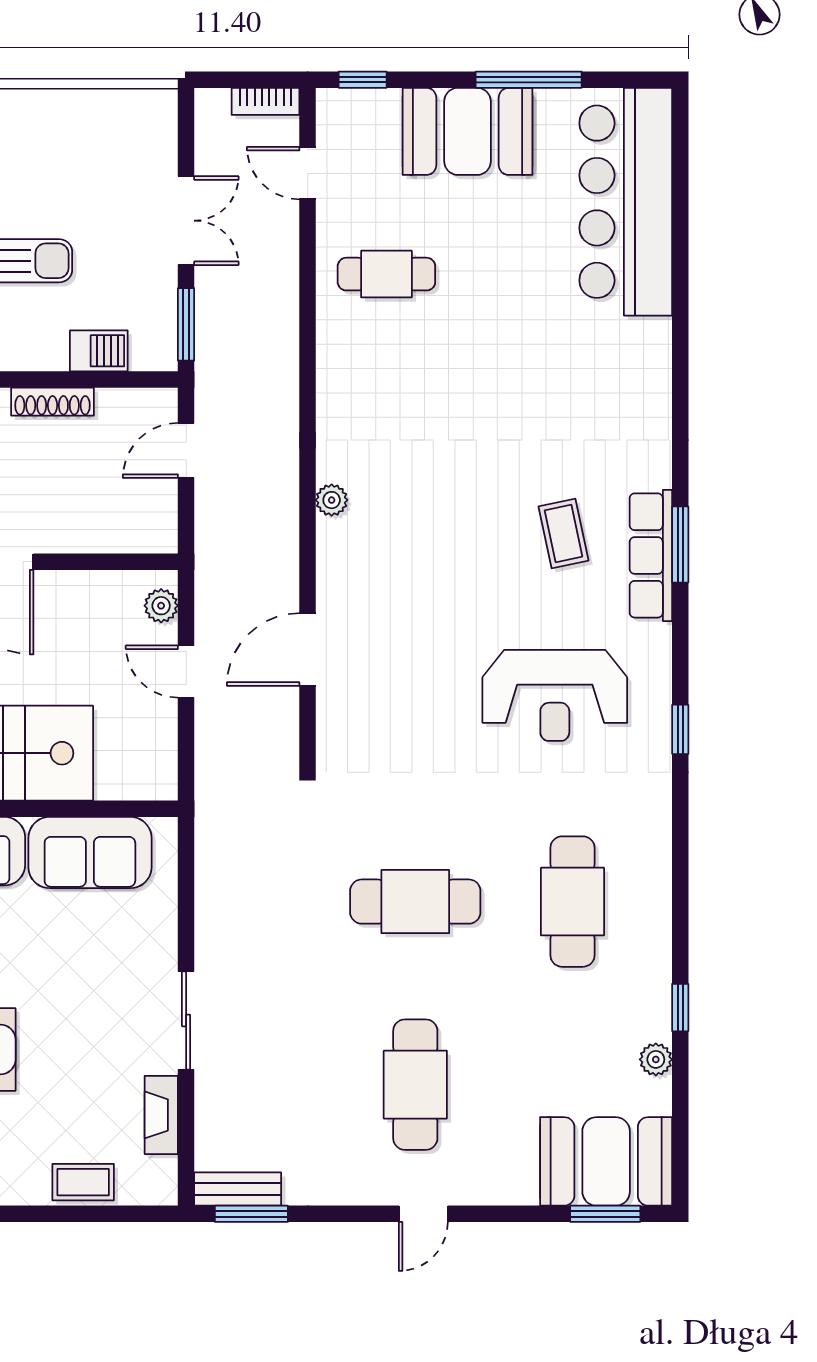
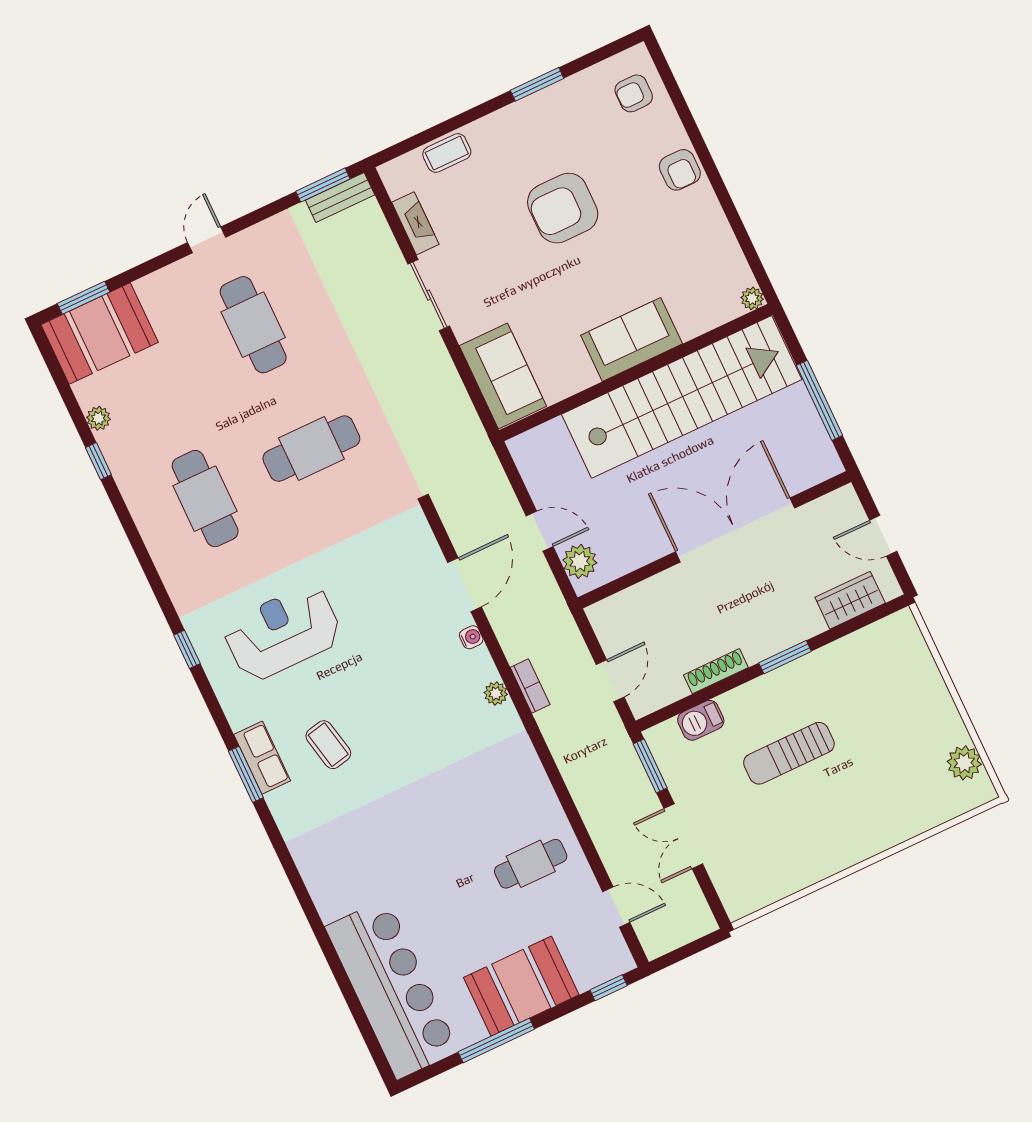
bookcase: (265, 101) -> (530, 686), moved, turned 90
row of seats: (651, 555) -> (262, 758), width x0.68
water cooler: (329, 582) -> (471, 637), added
plant: (161, 606) -> (580, 561), width x1.38, depth x1.38
sofa: (90, 853) -> (503, 376), moved, turned 90

